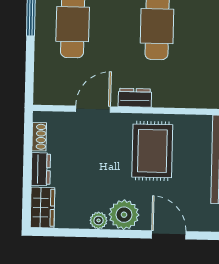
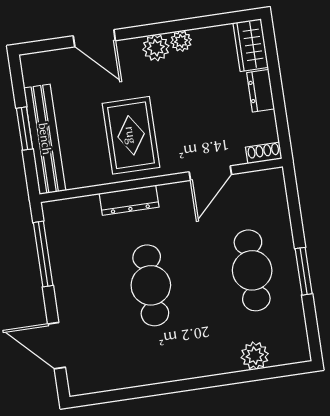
dresser: (135, 98) -> (129, 200), moved, width x1.44
shoe rack: (39, 137) -> (264, 153), moved, turned 90
plant: (124, 215) -> (156, 48), width x0.73, depth x0.73

